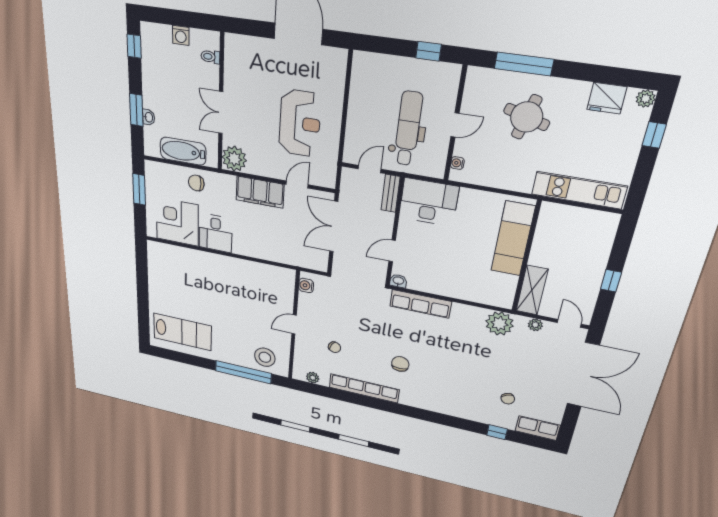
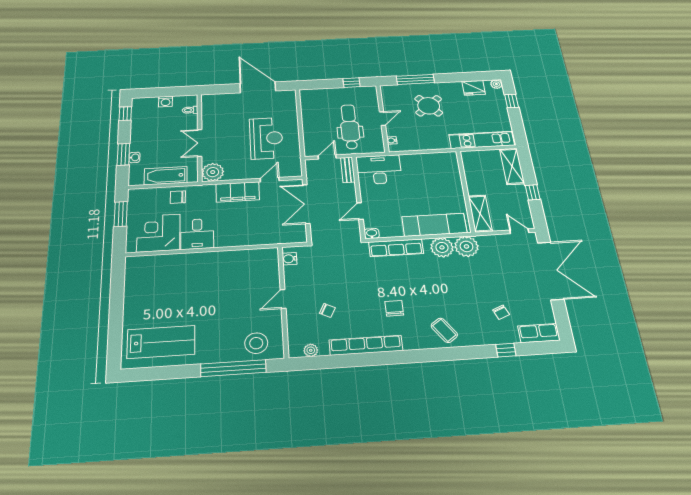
round table: (527, 117) -> (429, 106), turned 33
exam couch: (513, 239) -> (434, 225), moved, turned 90
shelving: (602, 239) -> (512, 166), added
plant: (535, 325) -> (442, 247), moved, width x1.88, depth x1.88
coffee table: (443, 398) -> (444, 330), added

